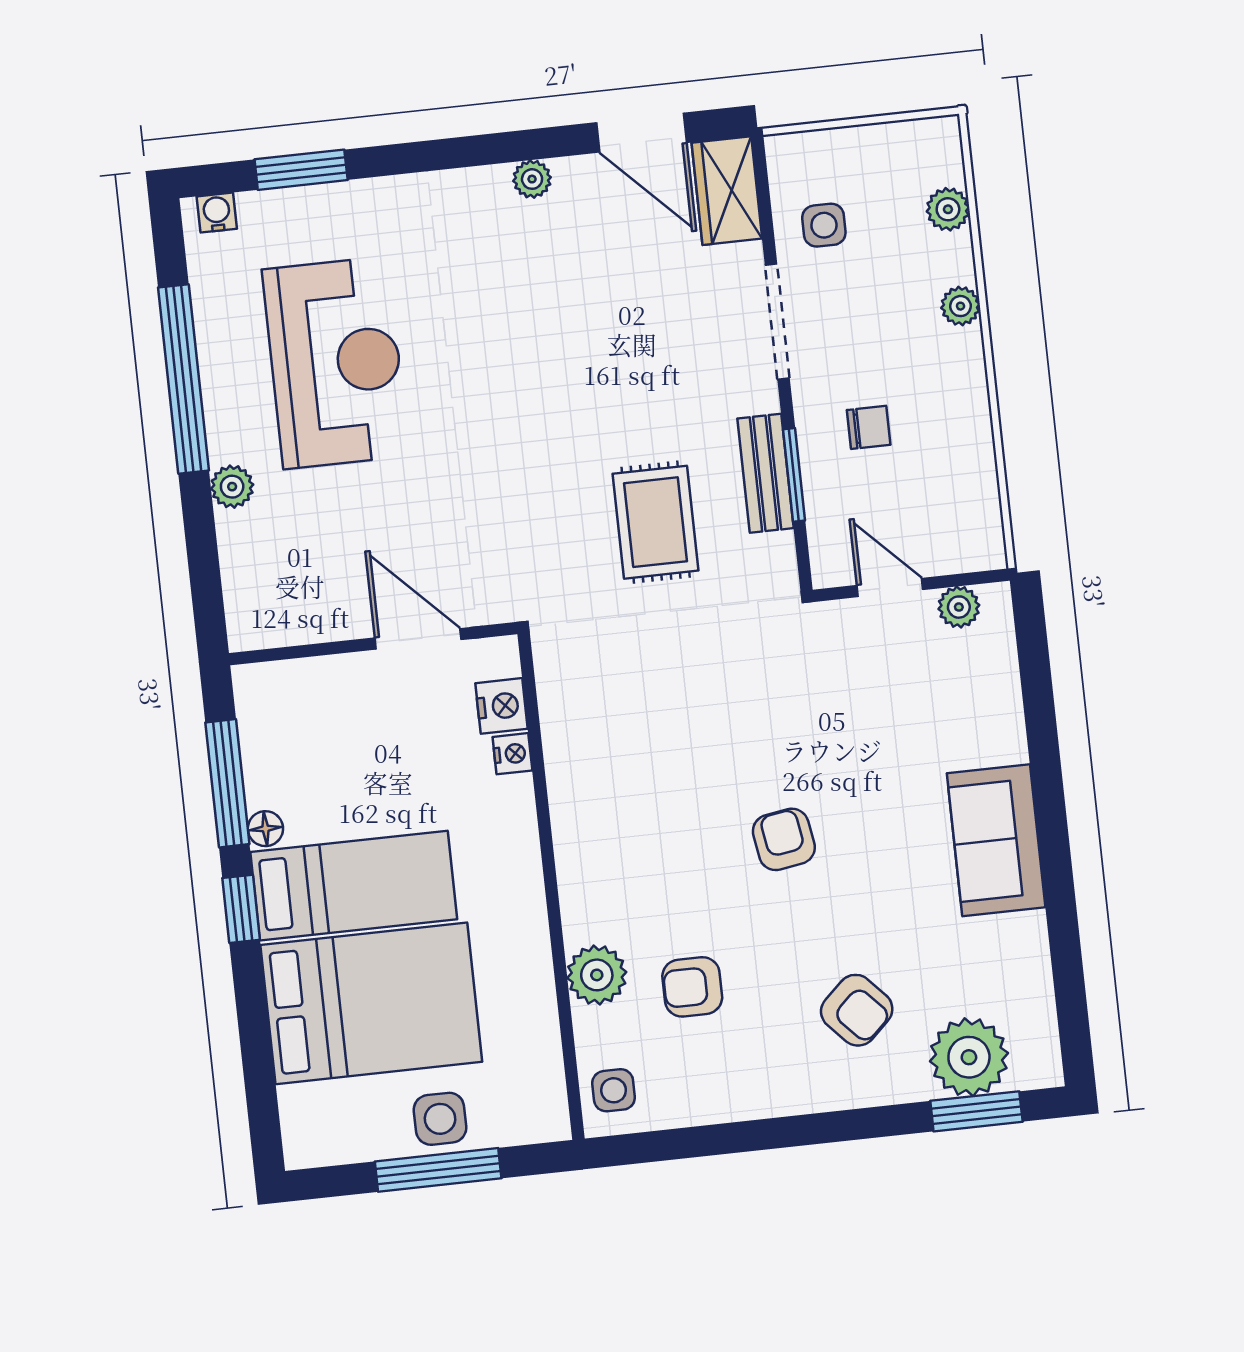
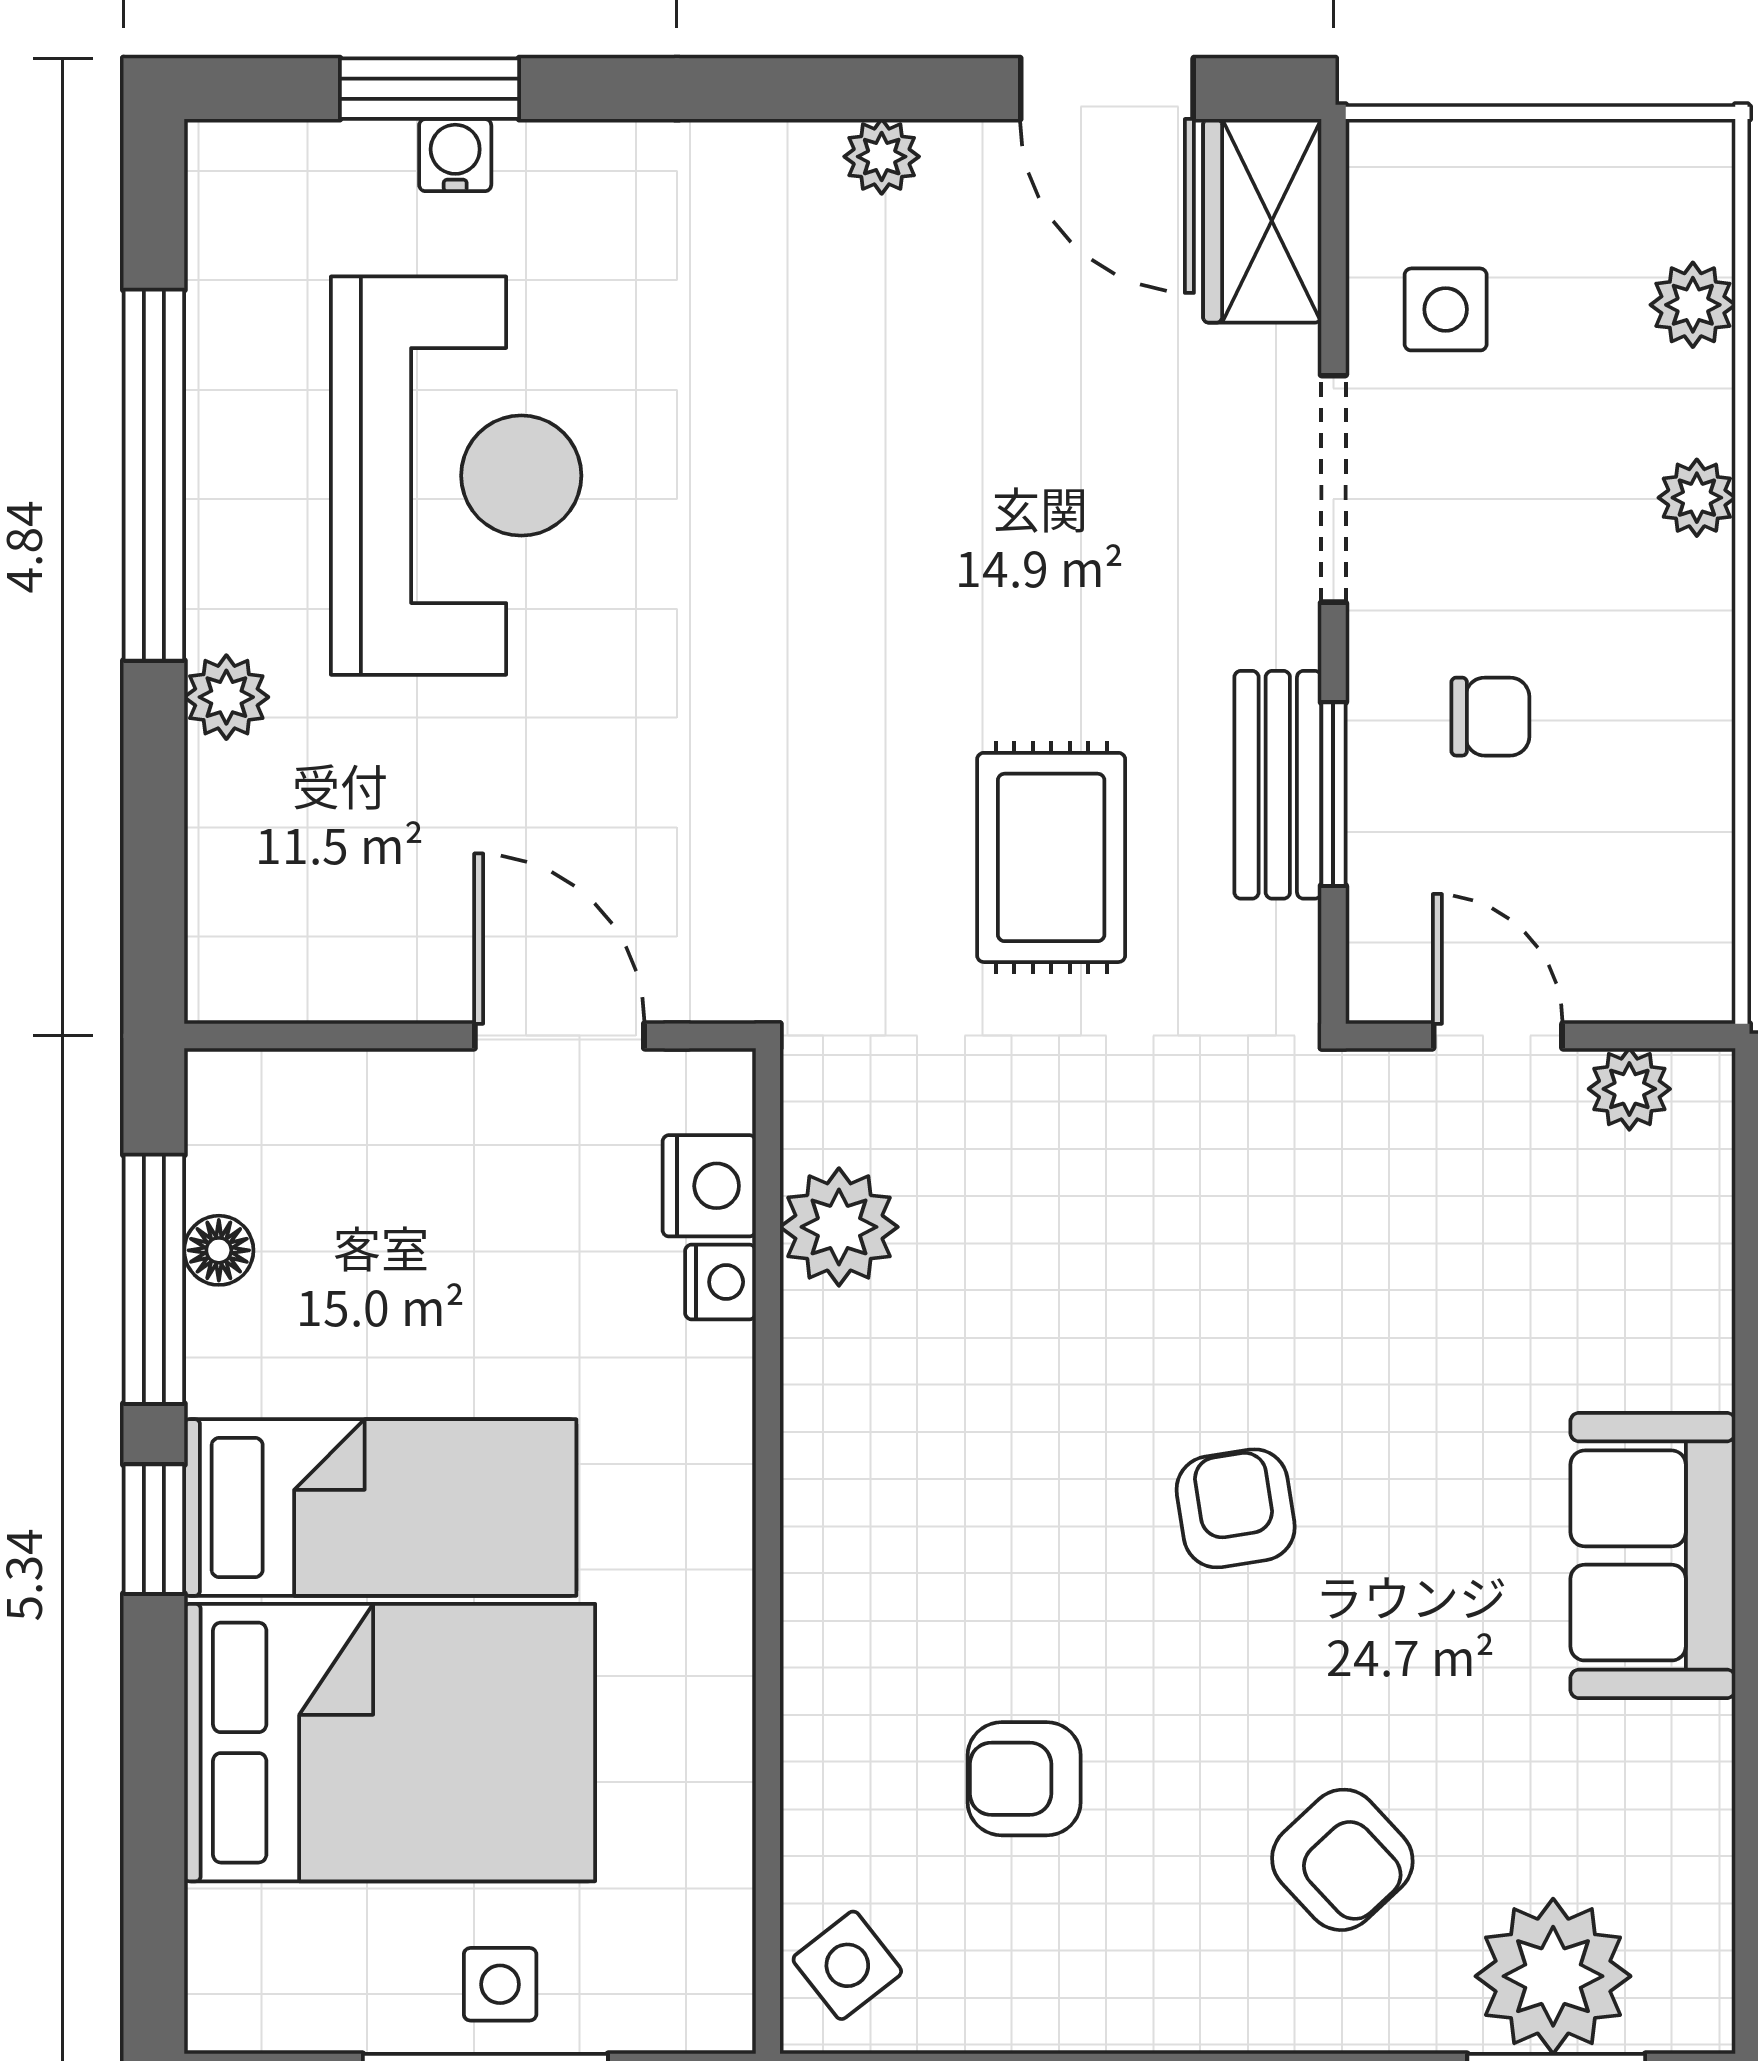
water cooler: (217, 213) -> (455, 155), moved
floor lamp: (265, 829) -> (219, 1250), moved
plant: (597, 975) -> (839, 1227), moved
side table: (614, 1090) -> (847, 1965), turned -38
side table: (440, 1119) -> (500, 1984), width x0.73, depth x0.73

